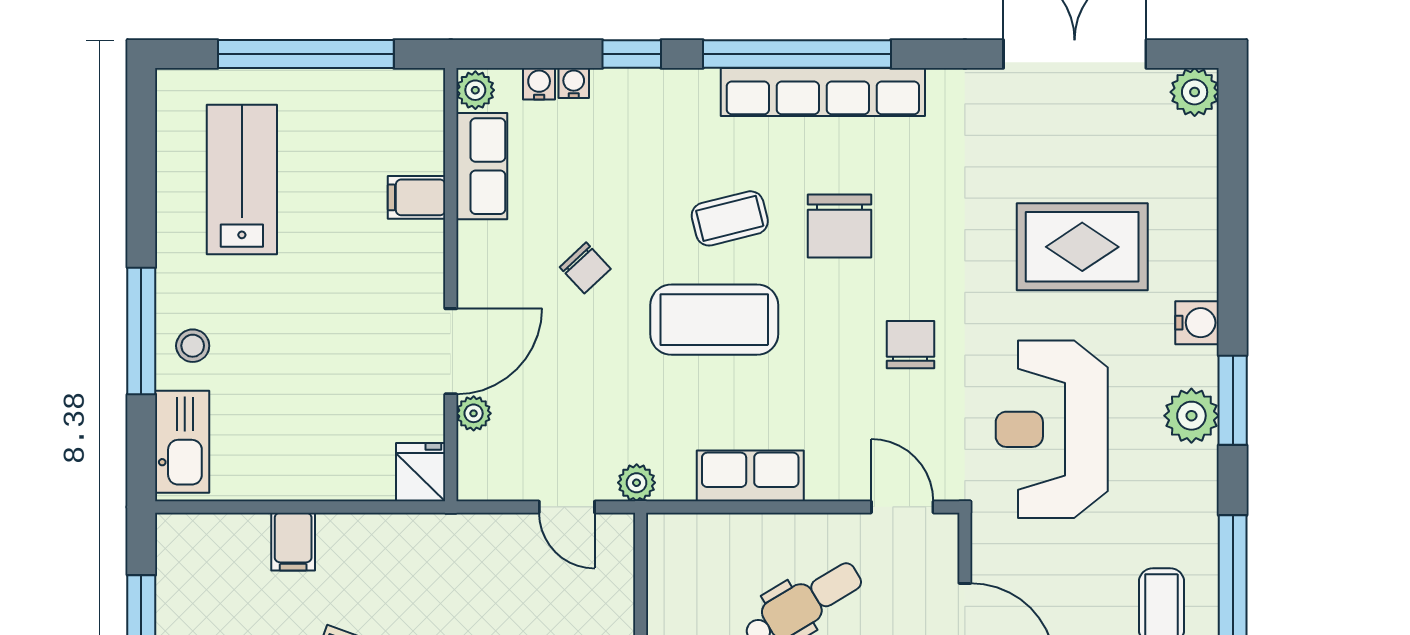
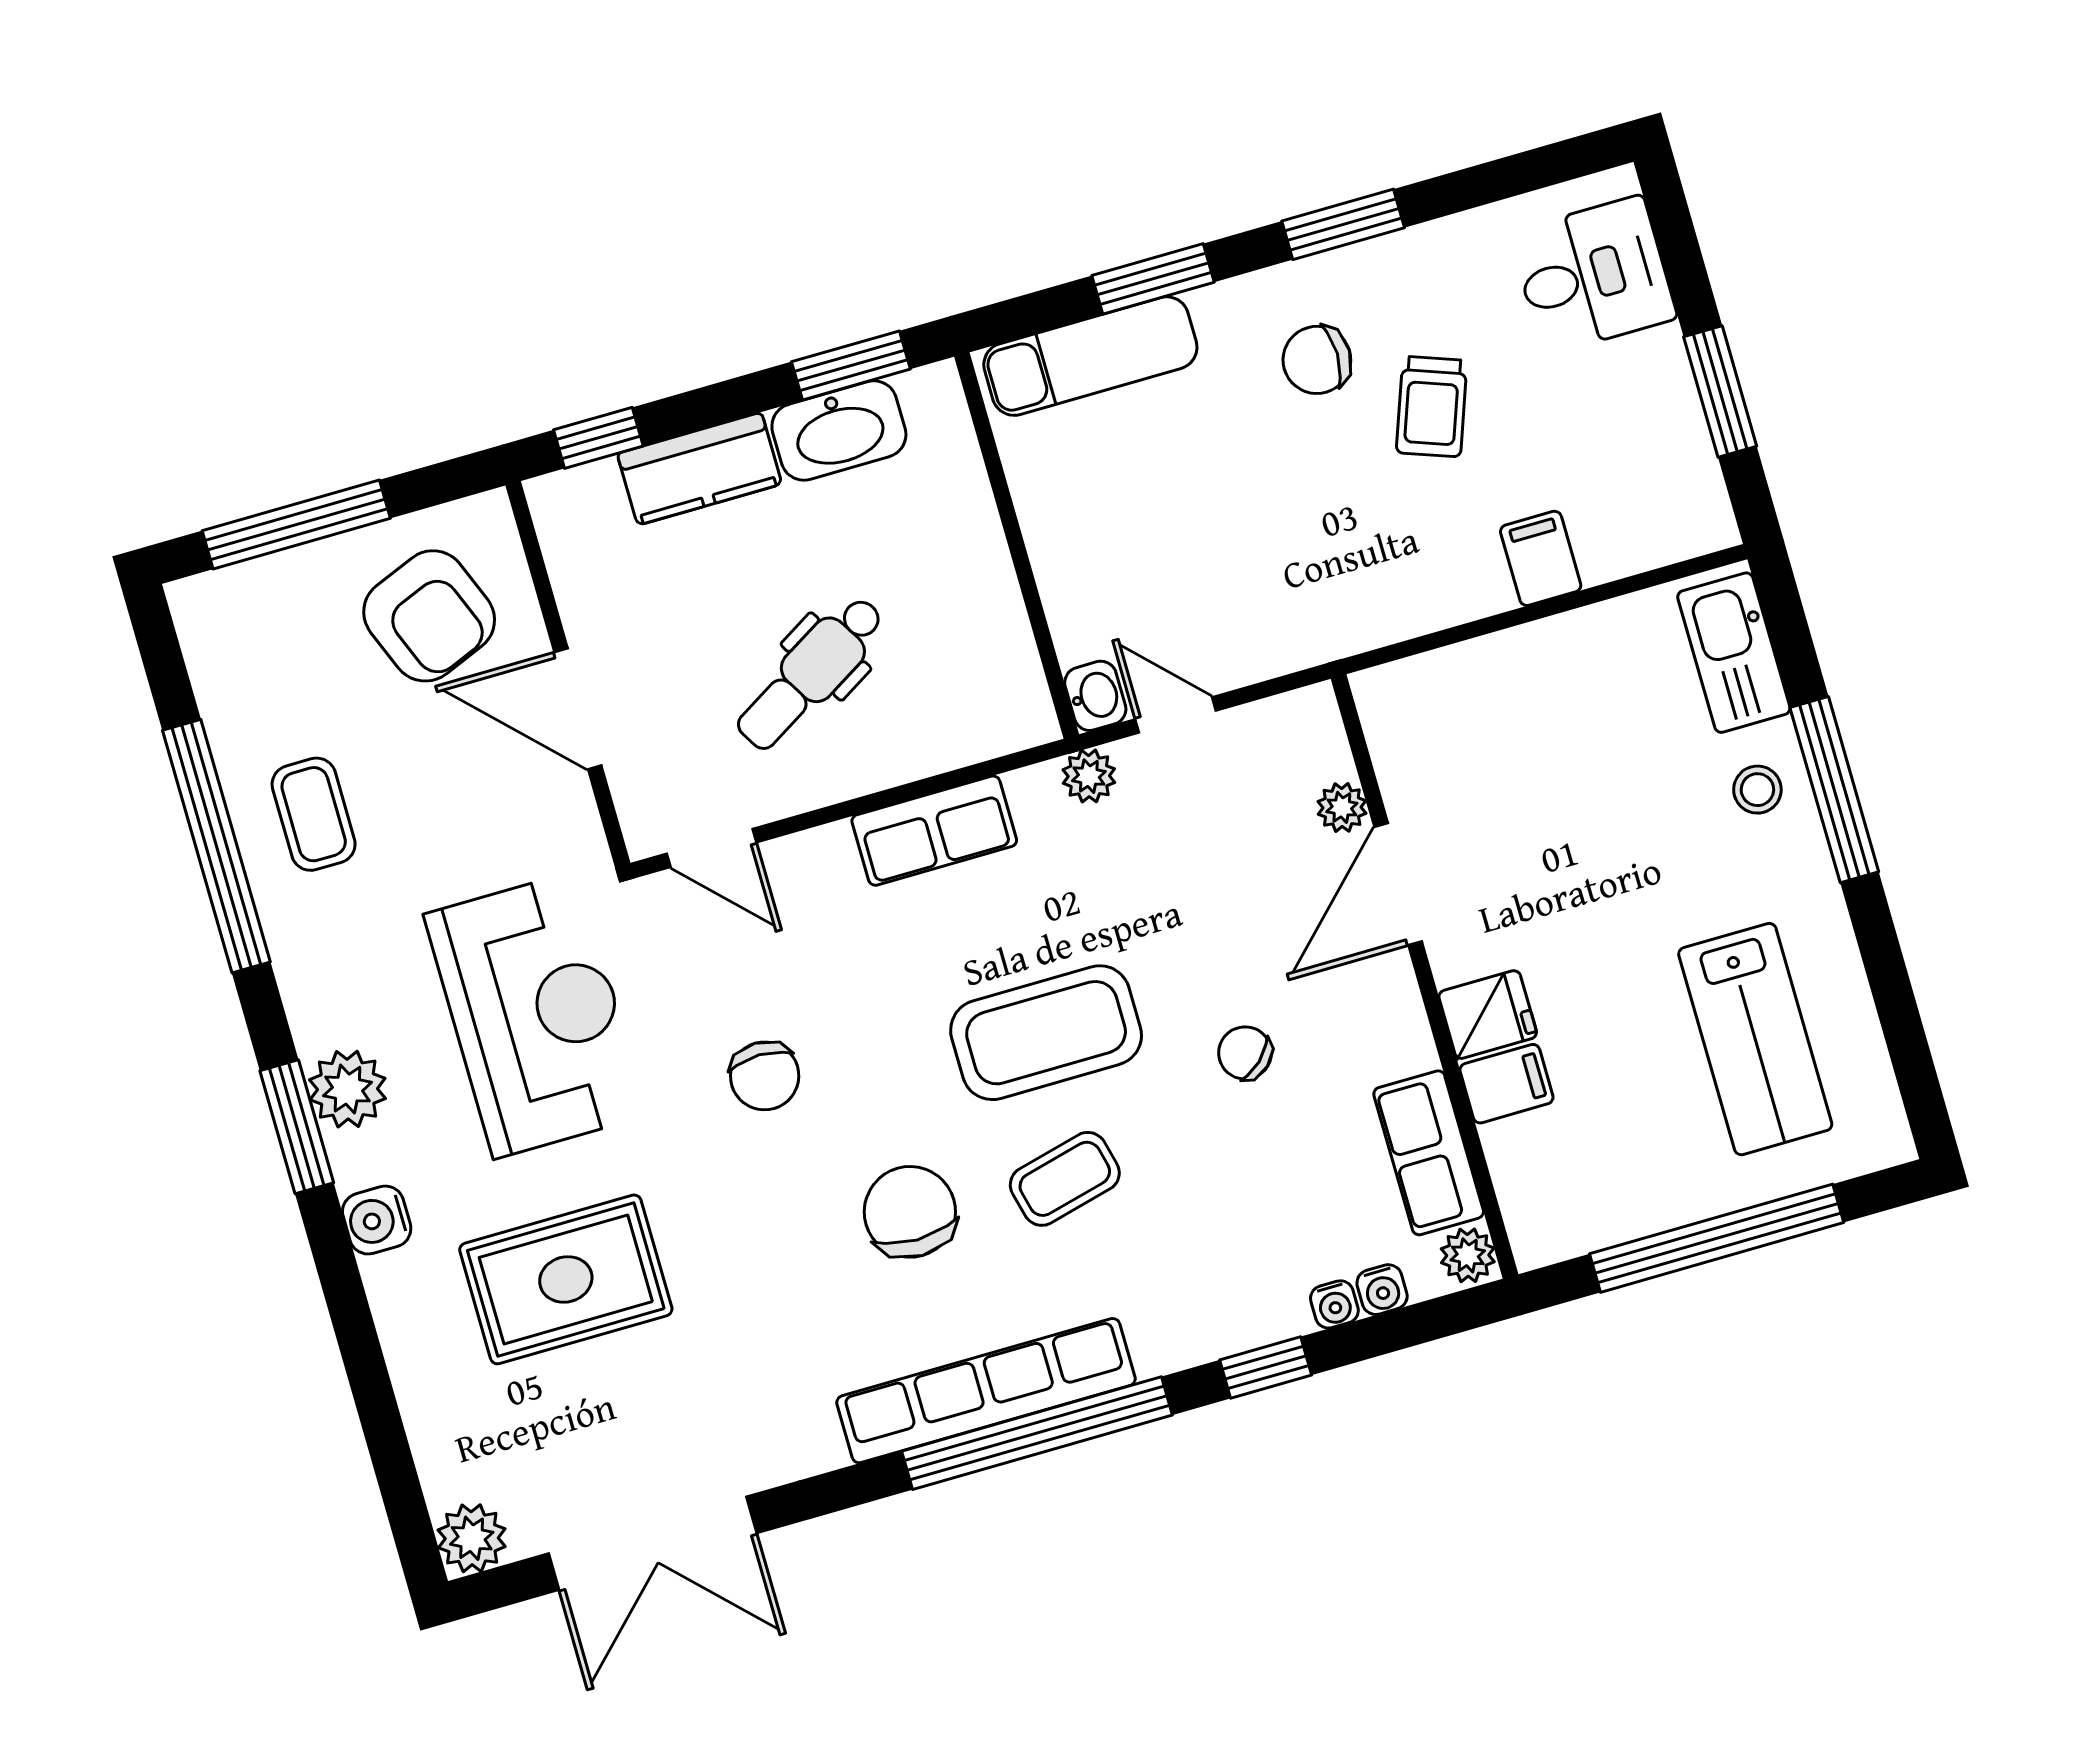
fridge: (421, 472) -> (1488, 1015), moved, turned -90
washbasin: (617, 535) -> (1095, 696), added

